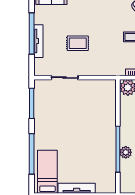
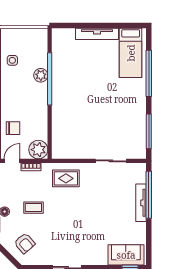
window: (32, 34) -> (149, 195), moved
rug: (78, 43) -> (66, 178), moved

